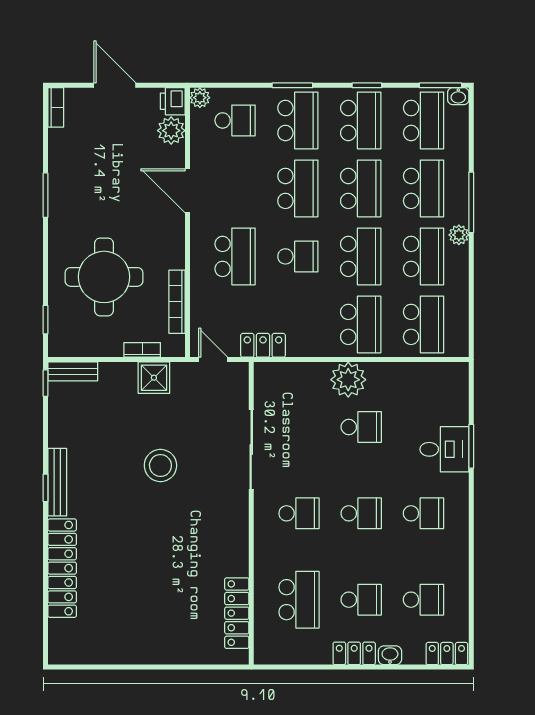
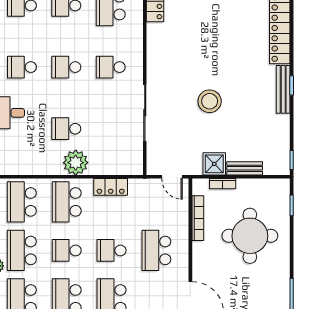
school desk: (361, 256) -> (67, 250), width x0.54
locker: (263, 345) -> (111, 187), moved
bench: (73, 371) -> (245, 168), moved

